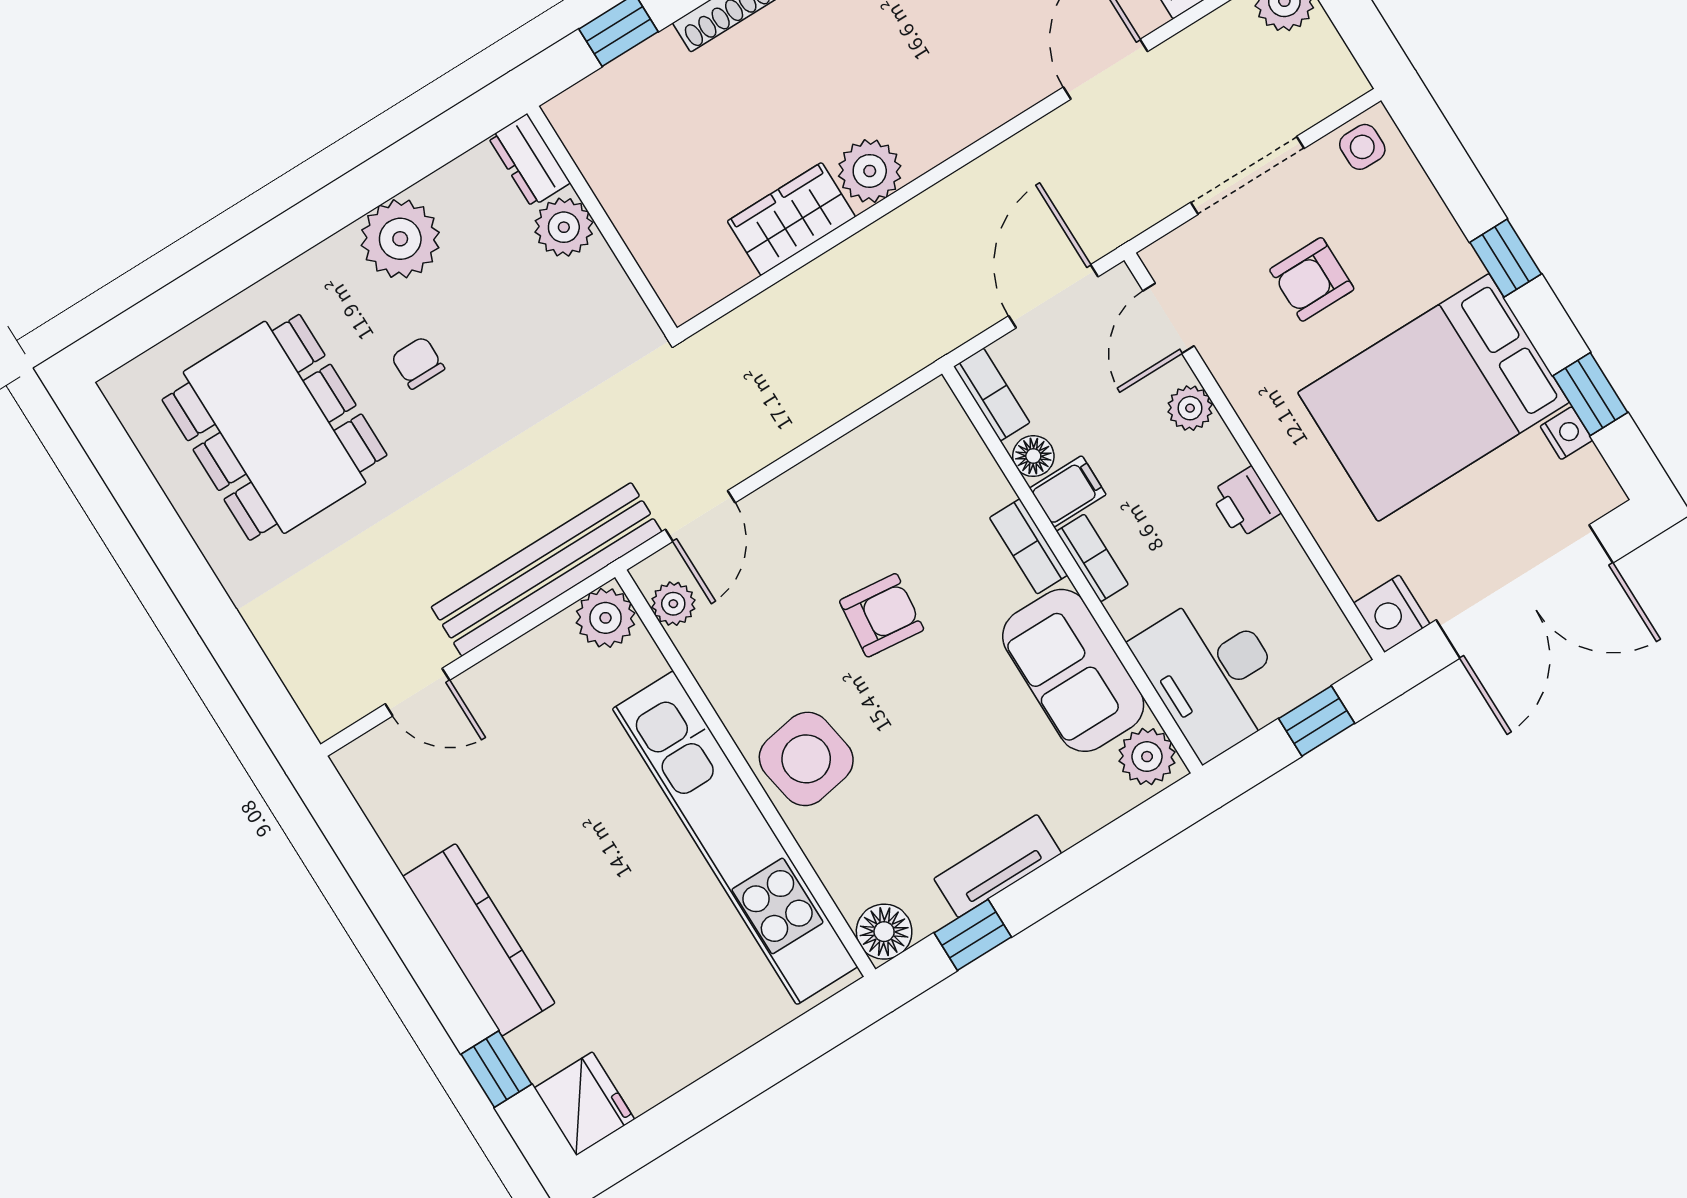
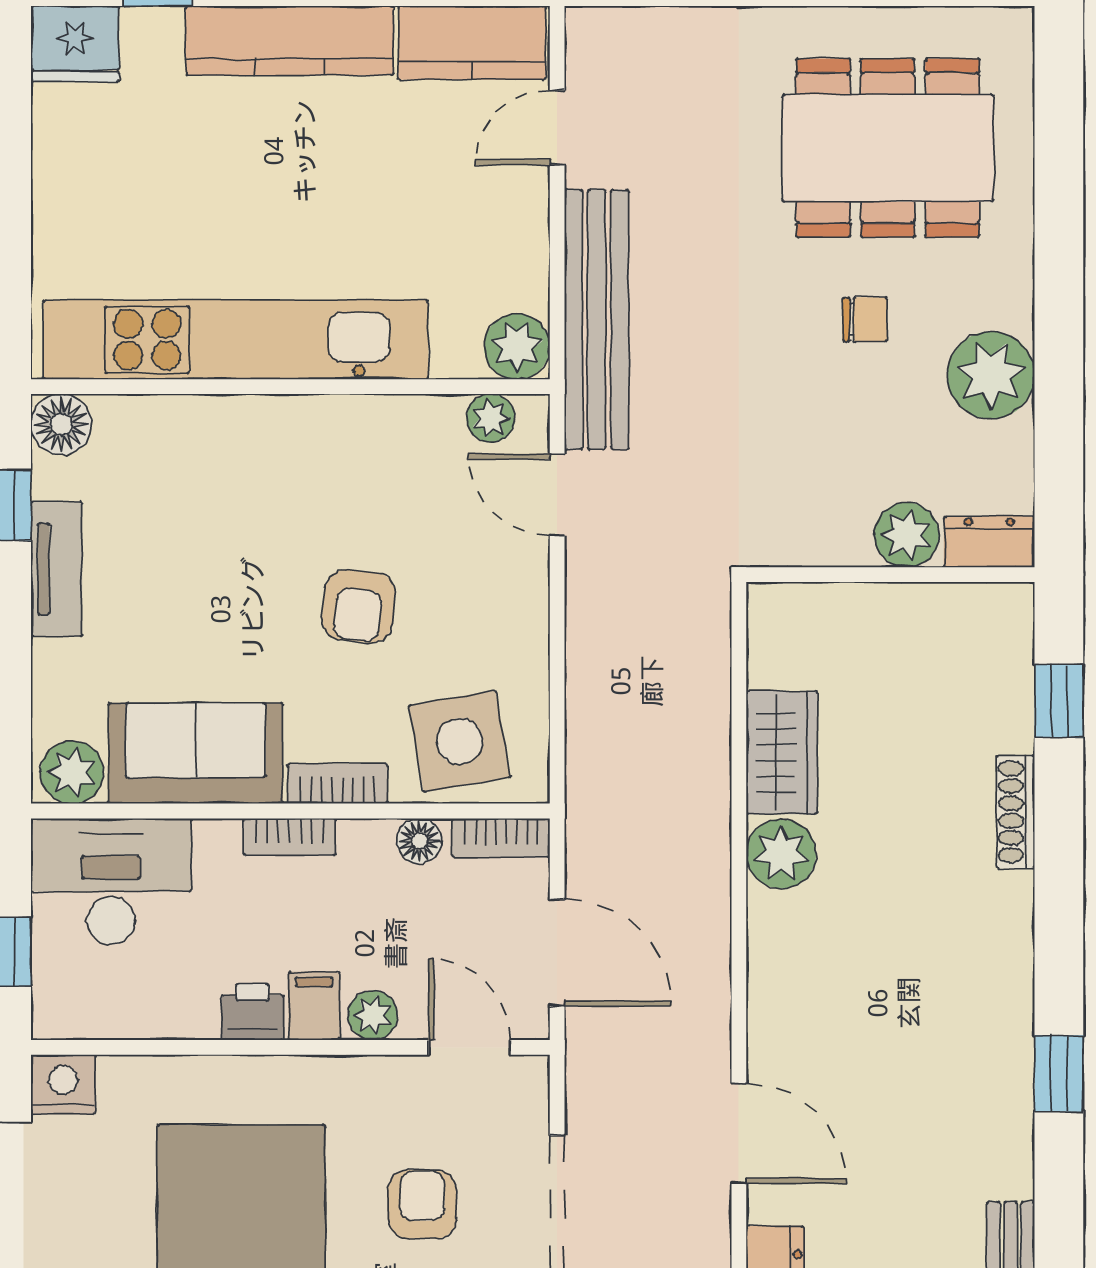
filing cabinet: (1068, 491) -> (314, 1006), moved, turned 180
side table: (806, 759) -> (460, 741), moved
kitchen counter: (393, 798) -> (472, 43), added

